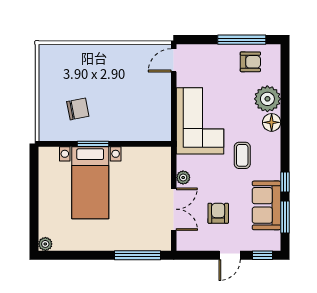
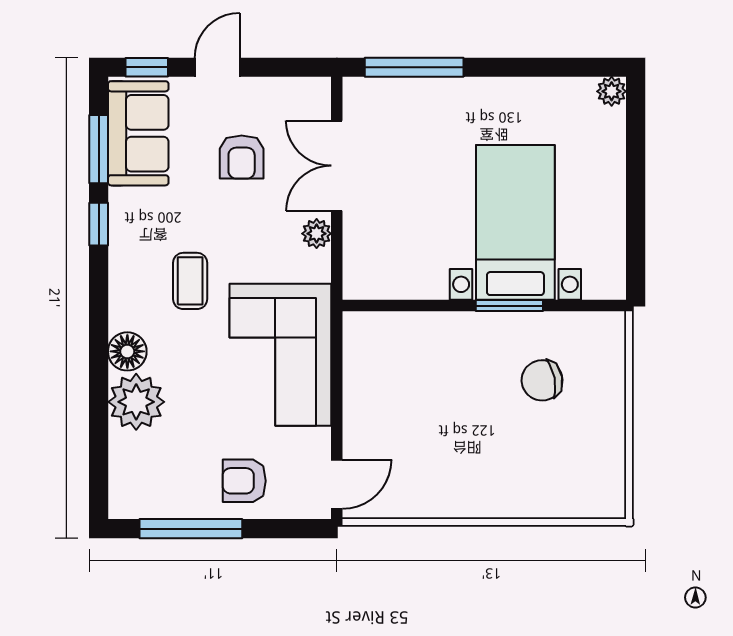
armchair: (250, 62) -> (244, 481), moved
sofa: (266, 205) -> (138, 133), moved

